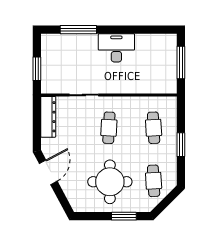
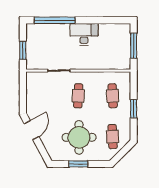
window: (78, 30) -> (55, 20), width x1.46
dresser: (48, 117) -> (32, 87), removed
window: (124, 216) -> (78, 164), moved

